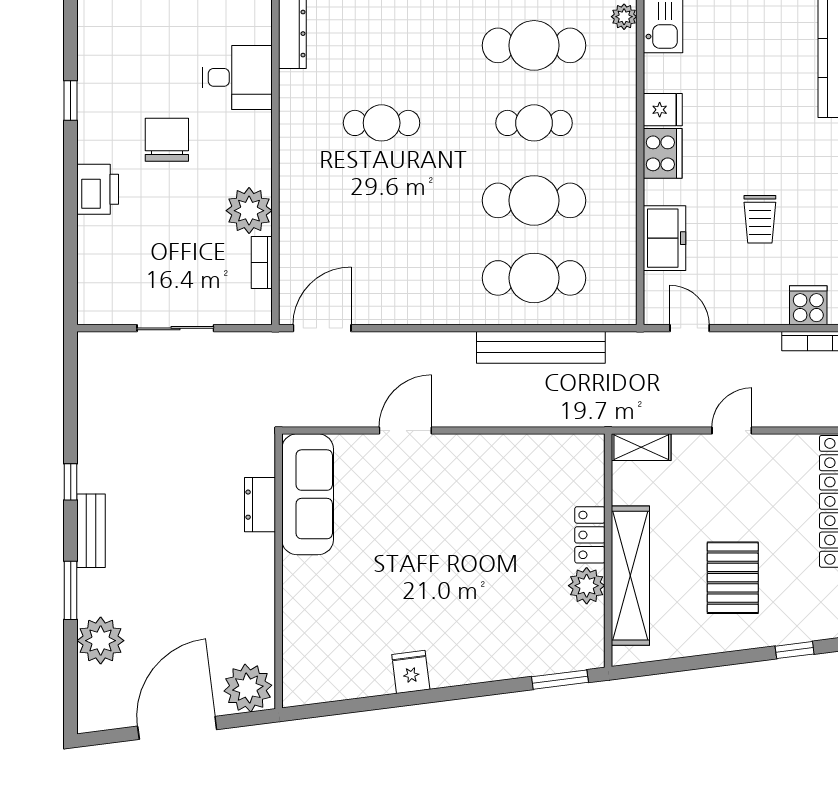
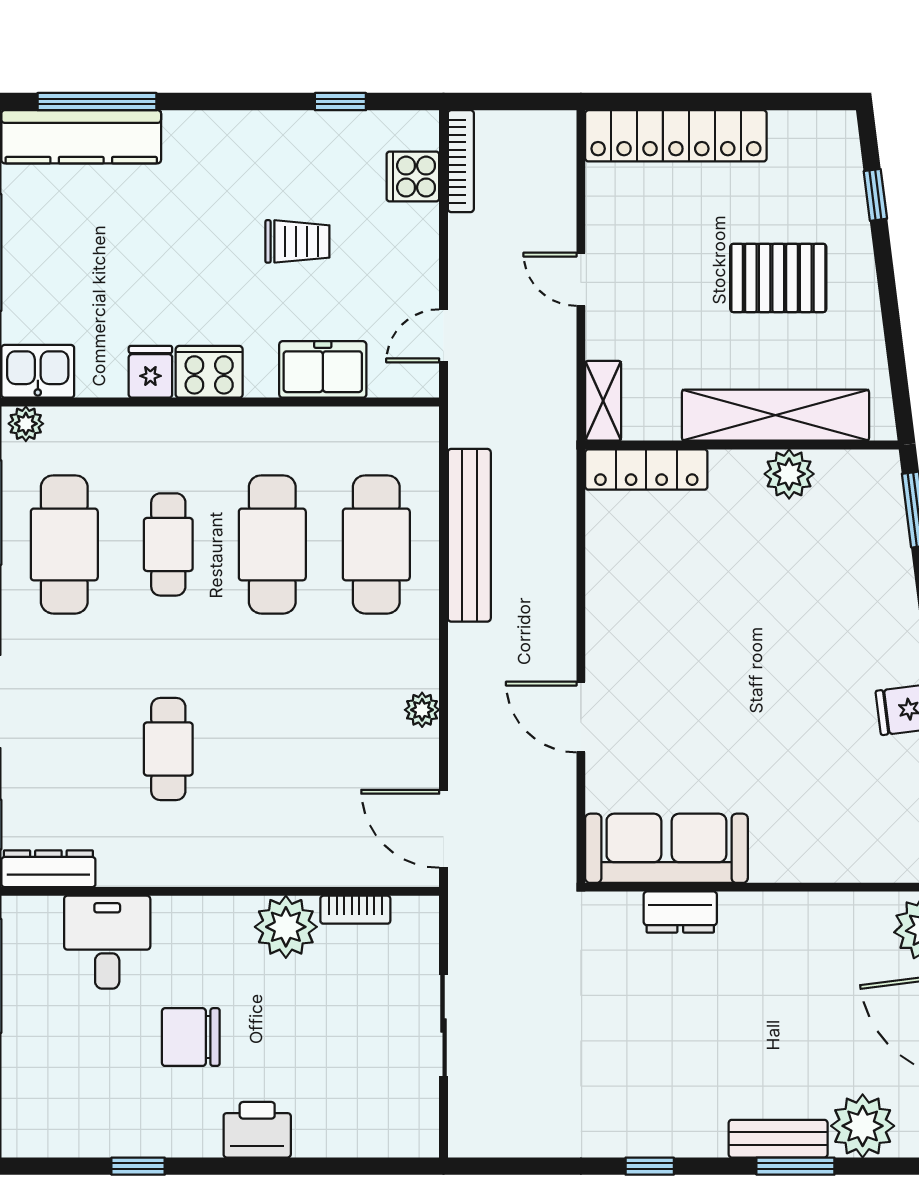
plant: (411, 312) -> (422, 710), added
bench: (91, 531) -> (778, 1139), moved
locker: (590, 535) -> (646, 470), moved, width x1.53

